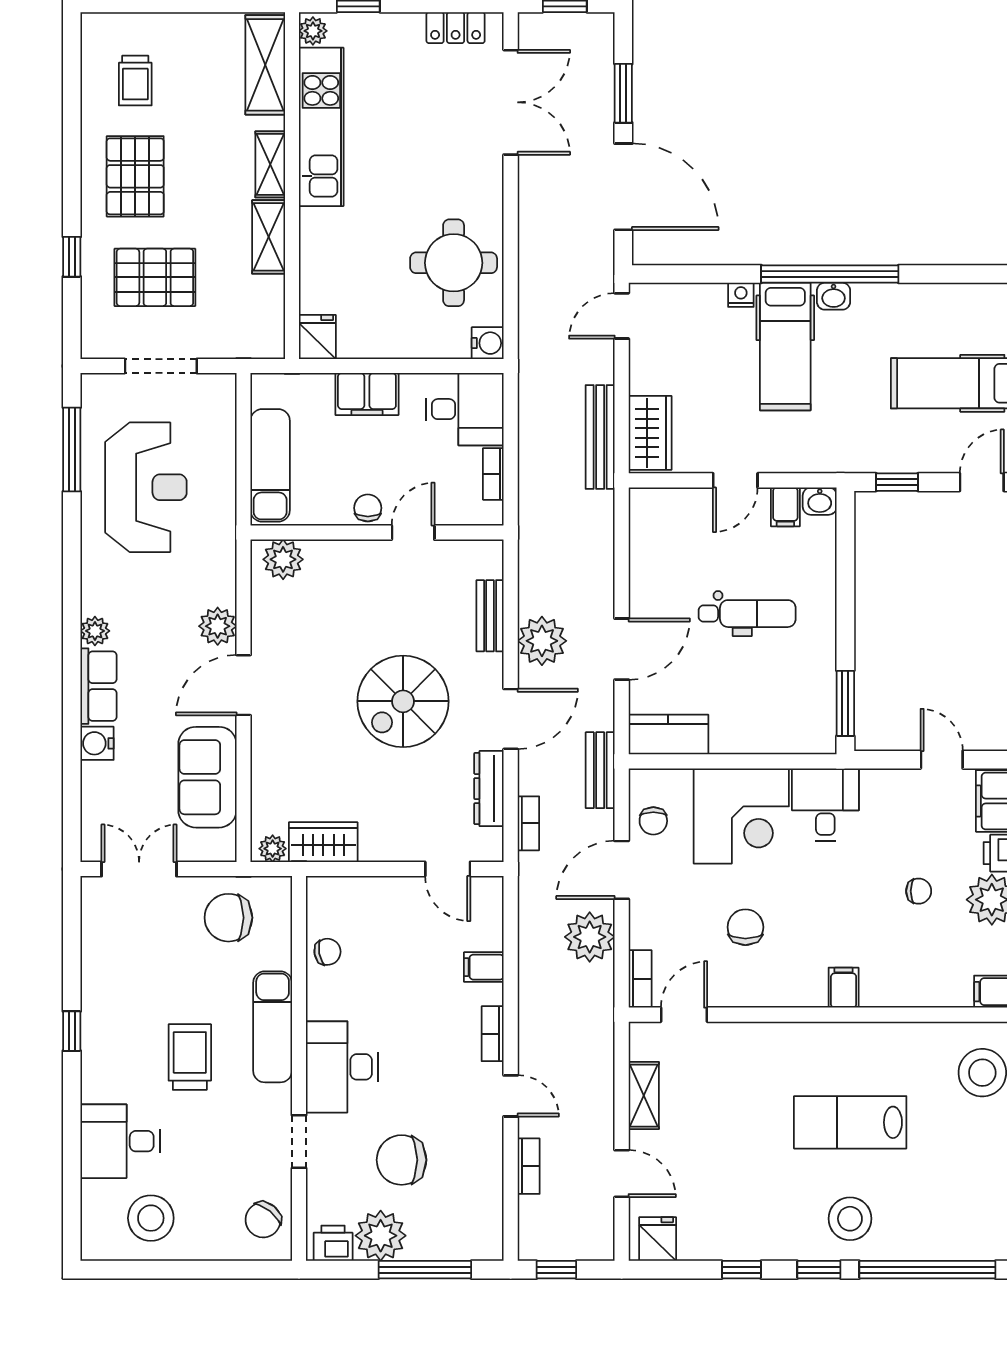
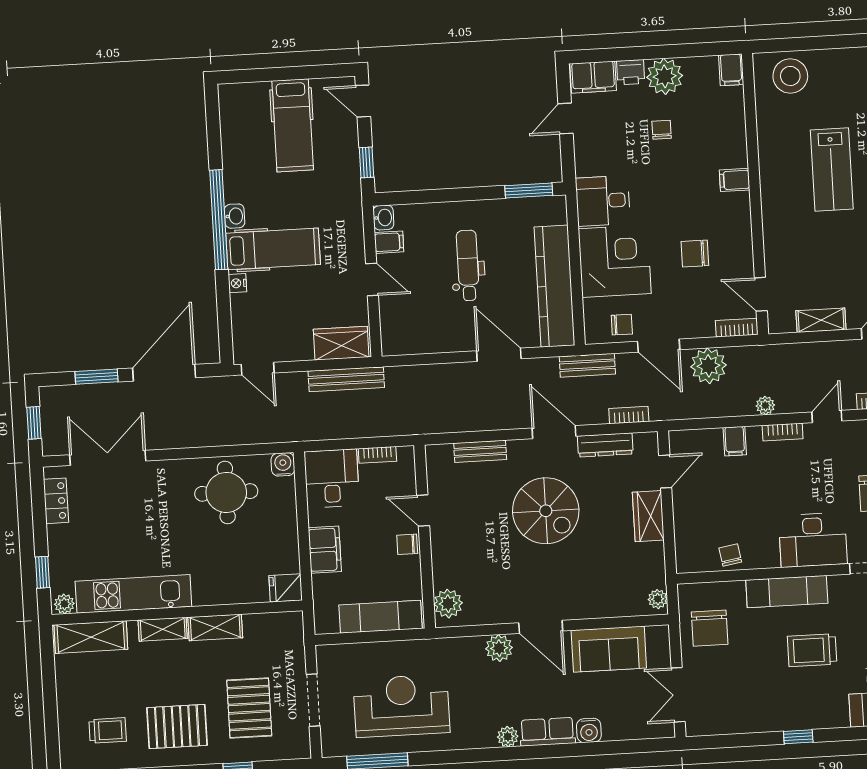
plant: (542, 641) -> (765, 405), moved, width x0.53, depth x0.53
kitchen counter: (668, 735) -> (554, 286), width x2.08, depth x1.17
wardrobe: (323, 842) -> (648, 516), moved

